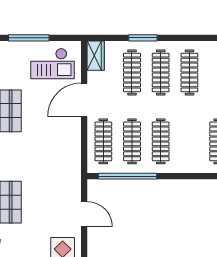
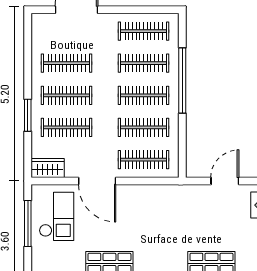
window: (29, 38) -> (28, 223), moved
clothes rail: (189, 141) -> (144, 63), added
window: (128, 176) -> (182, 80), moved

